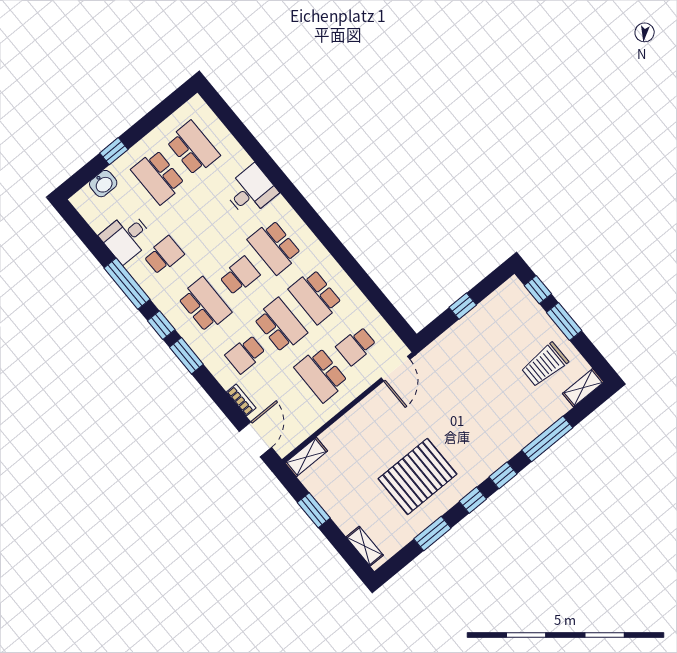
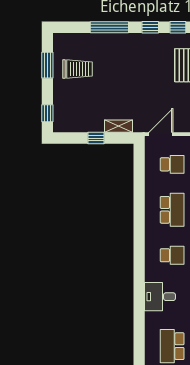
school desk: (275, 247) -> (172, 255), width x0.54
window: (564, 321) -> (47, 65), moved
shelving: (583, 388) -> (119, 126), moved

